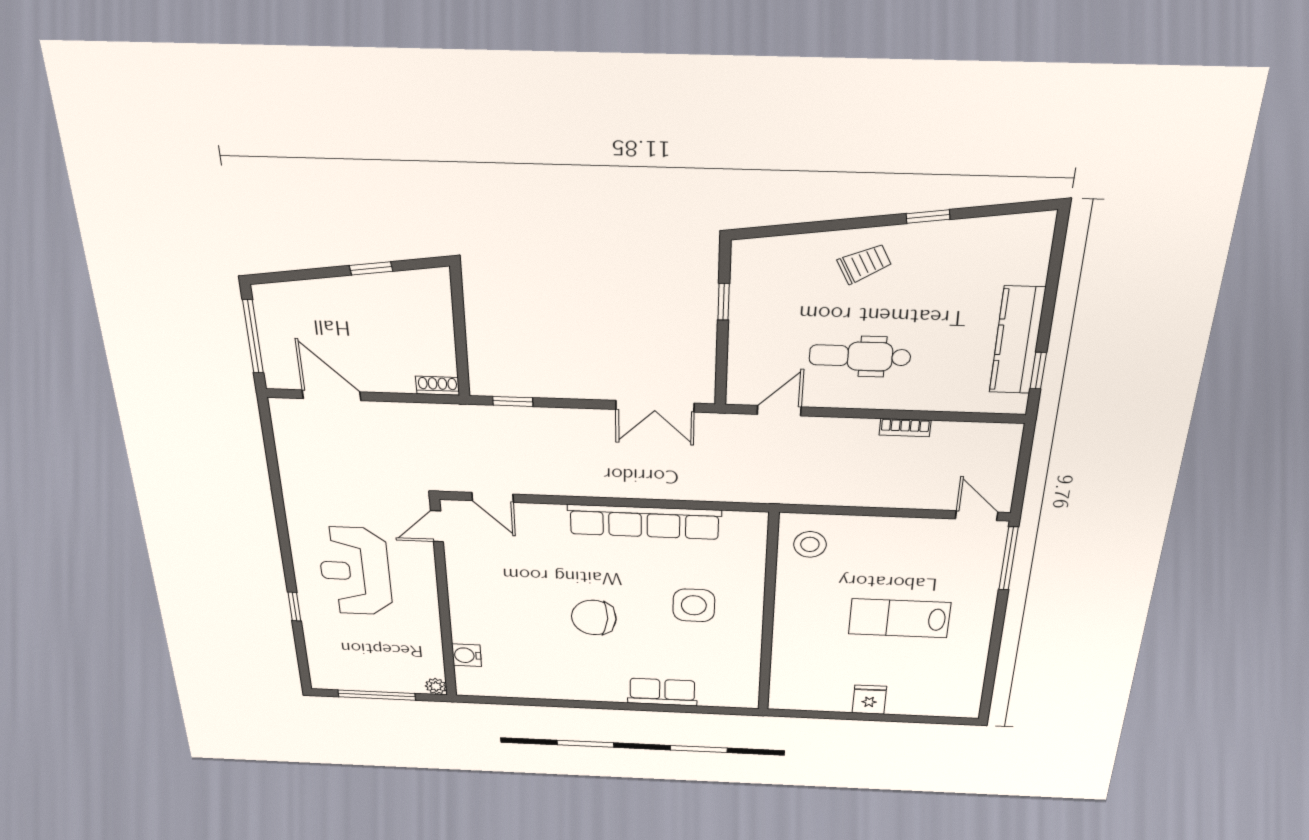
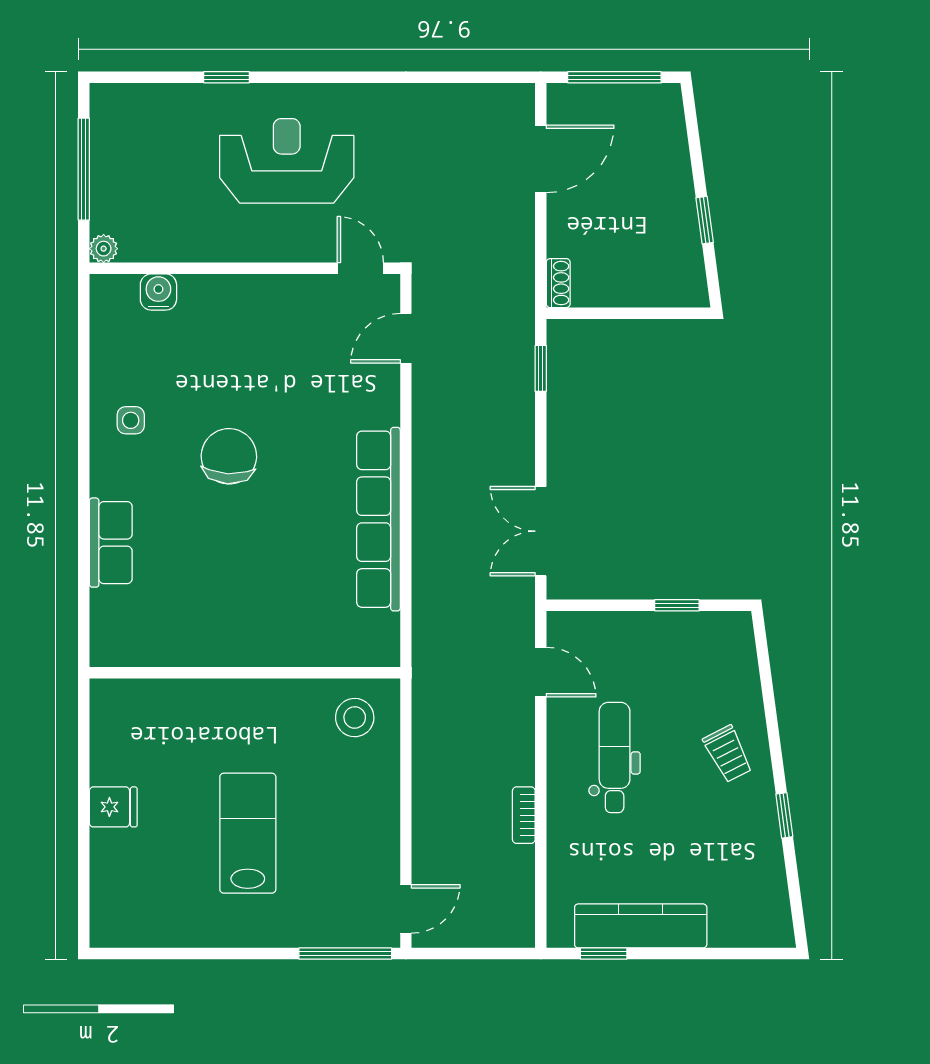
side table: (694, 605) -> (131, 420), moved, width x0.54, depth x0.54

